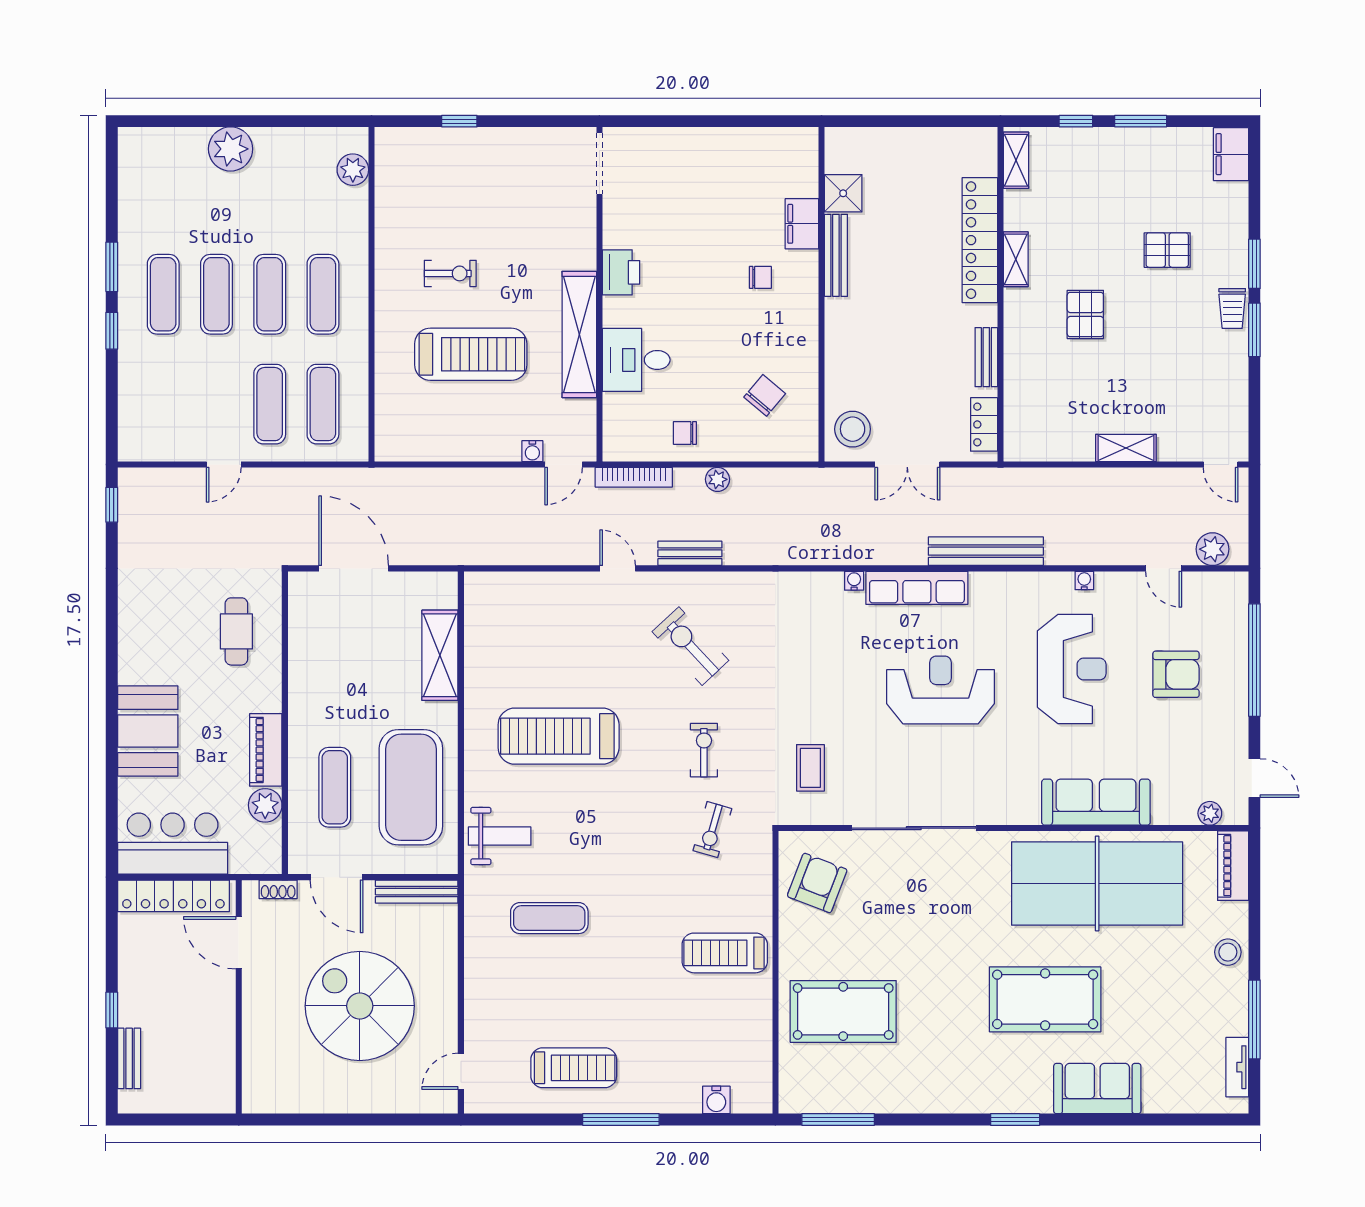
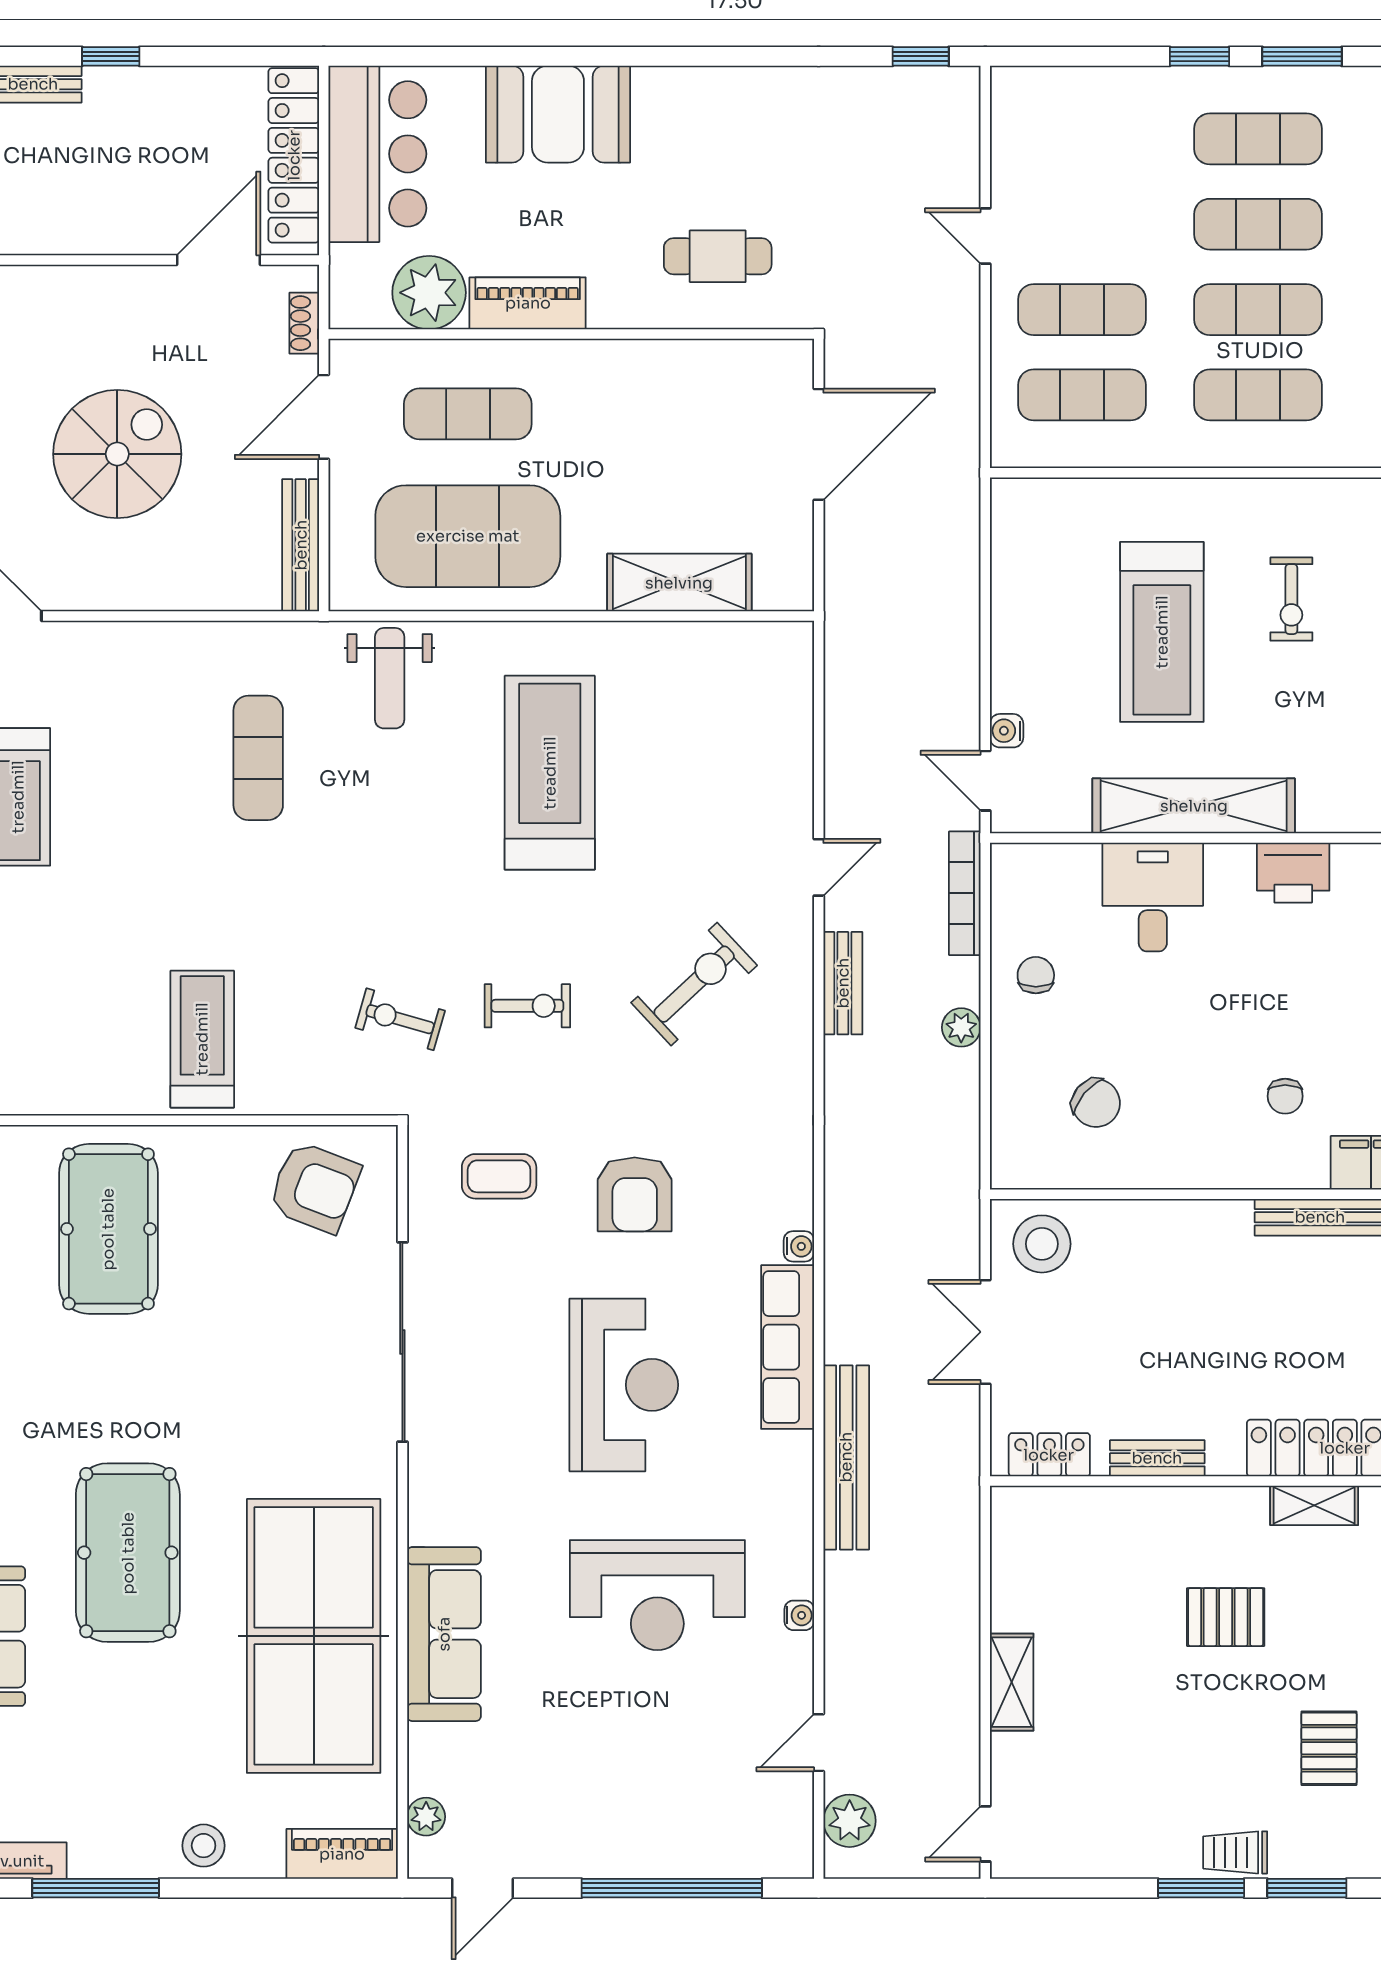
armchair: (1176, 674) -> (635, 1194), moved
plant: (265, 805) -> (429, 293), width x1.36, depth x1.36
spiral stairs: (360, 1006) -> (117, 454), width x0.73, depth x0.73

